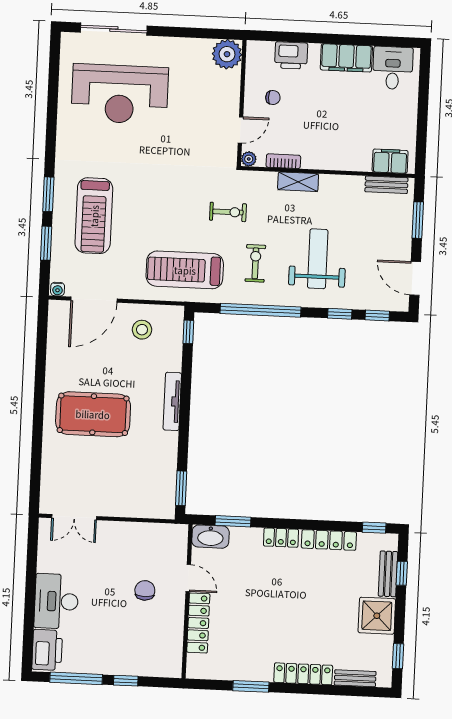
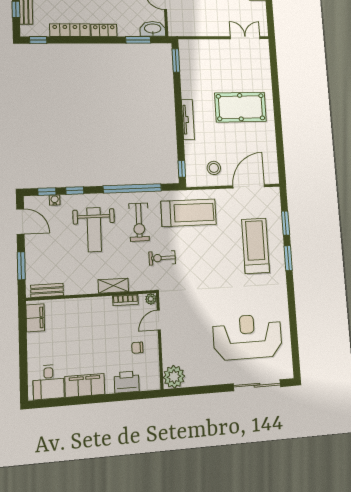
filing cabinet: (390, 161) -> (35, 318), moved, turned -90
exercise bike: (255, 263) -> (139, 222), width x1.38, depth x1.39
water cooler: (58, 289) -> (55, 200), moved

